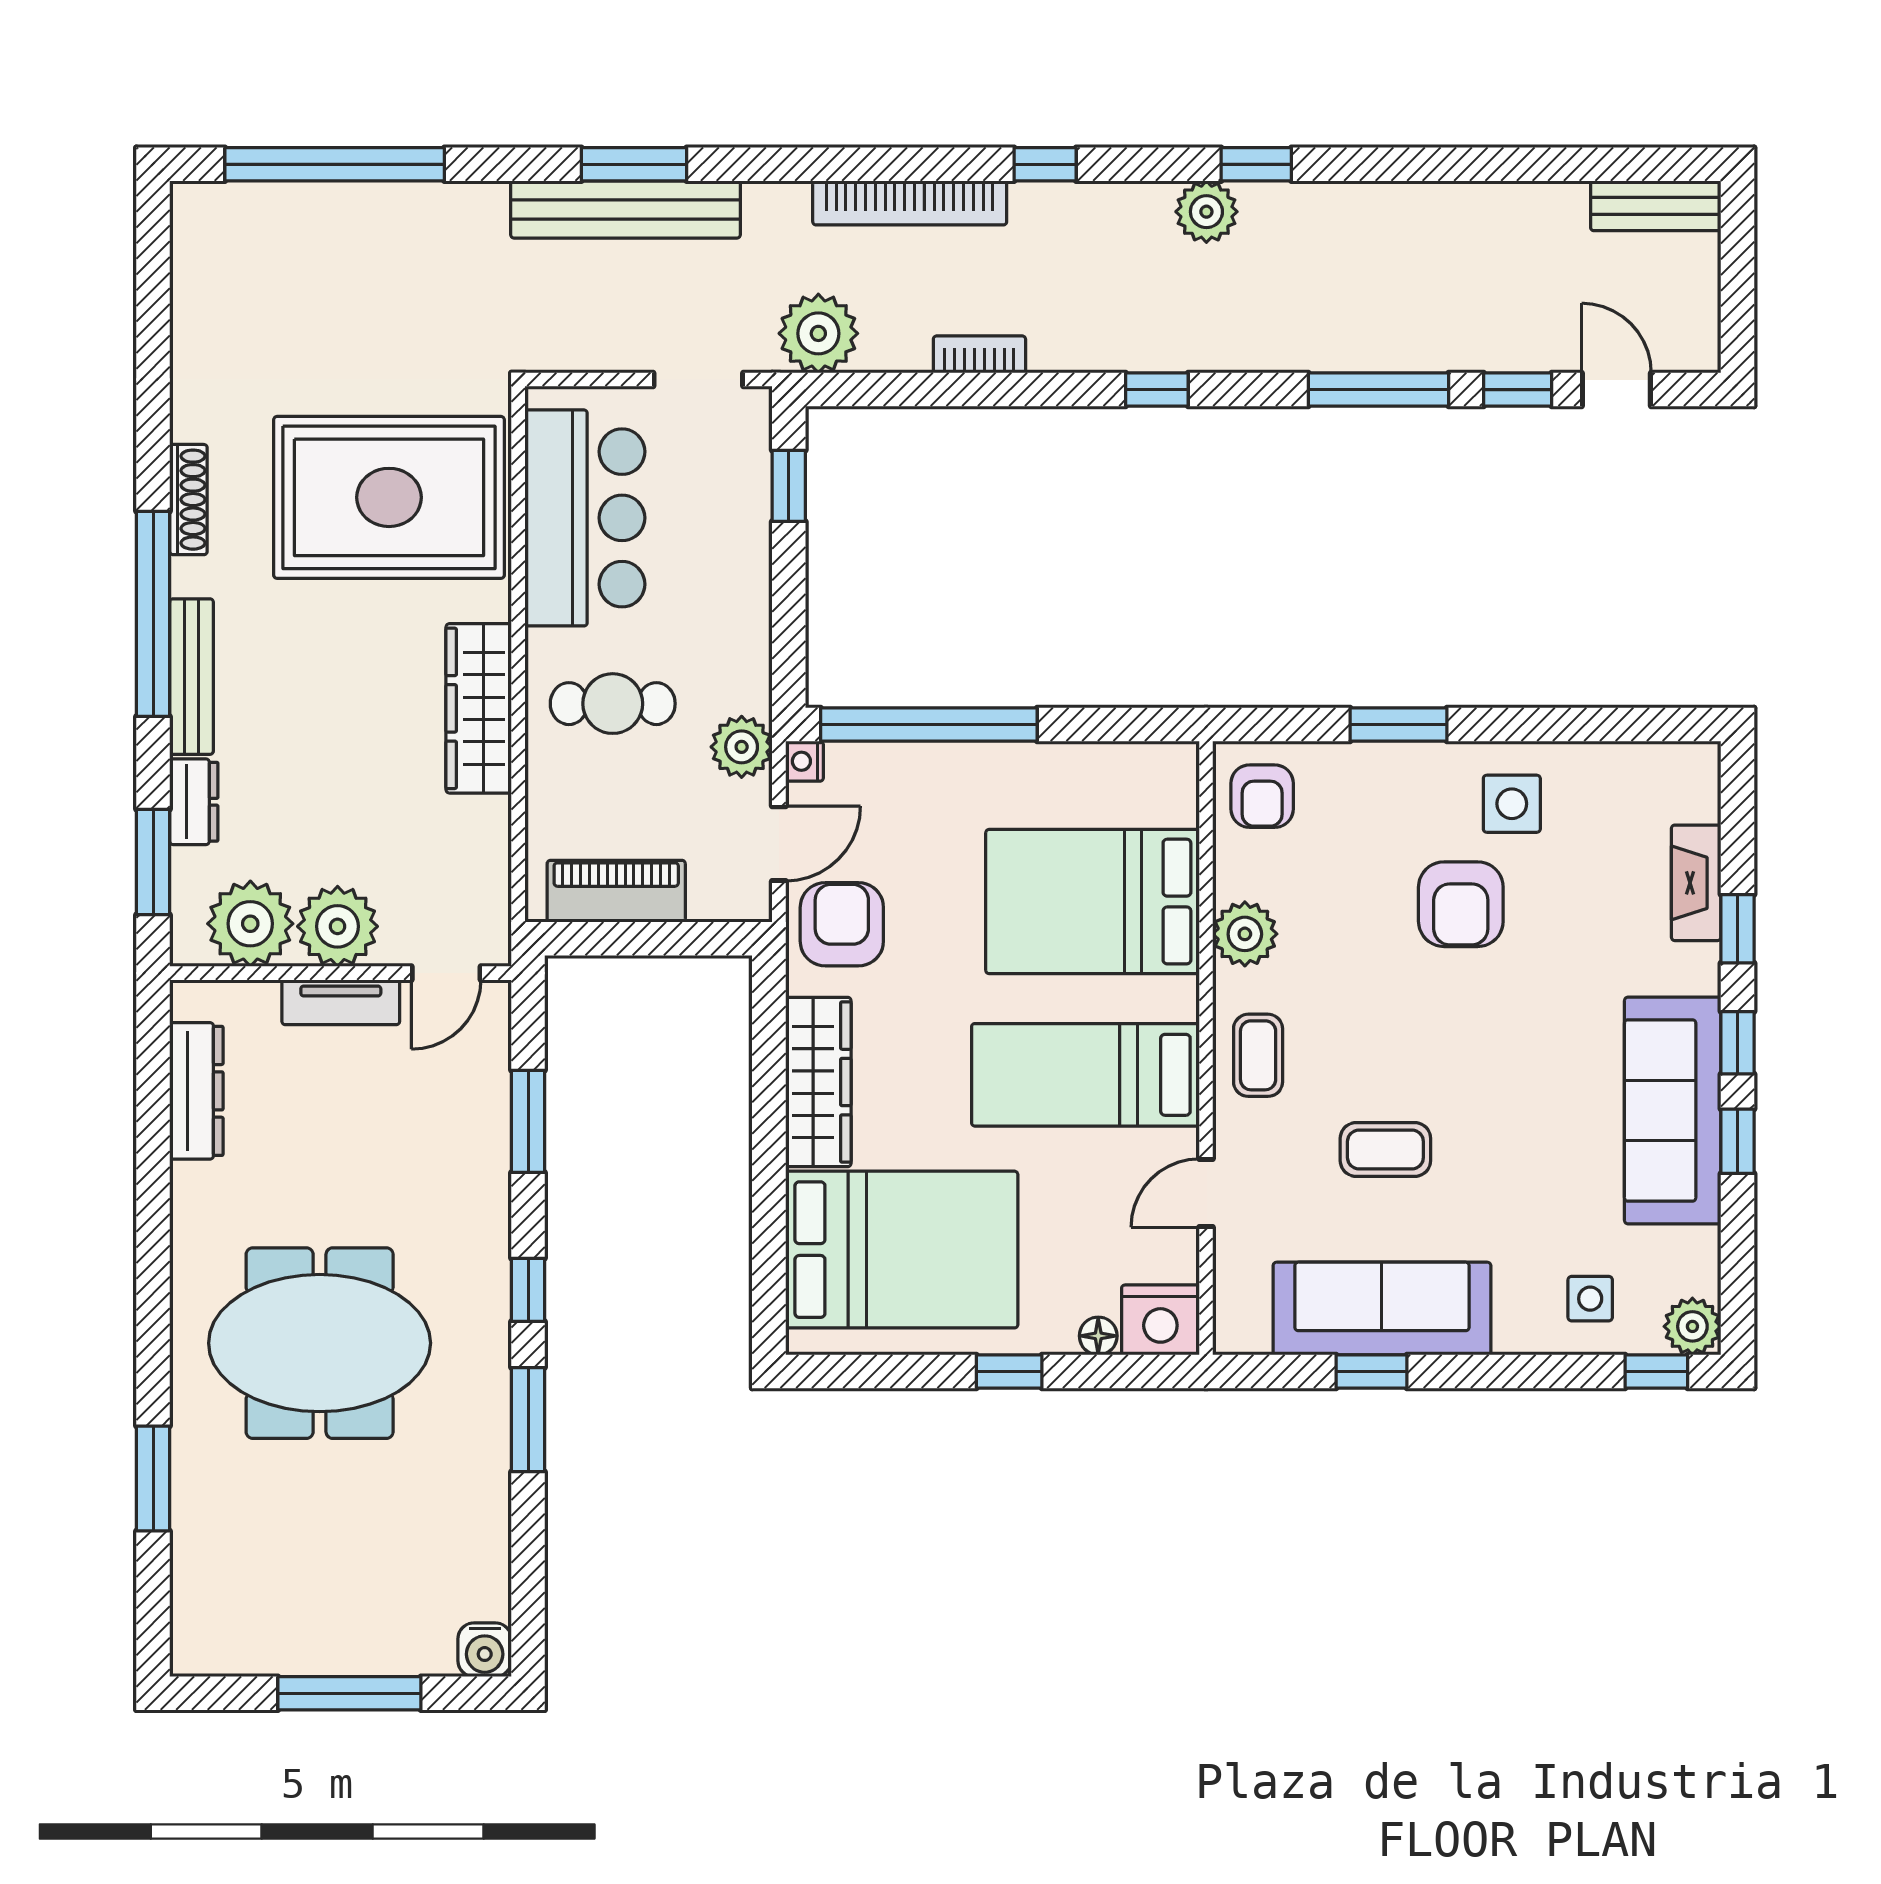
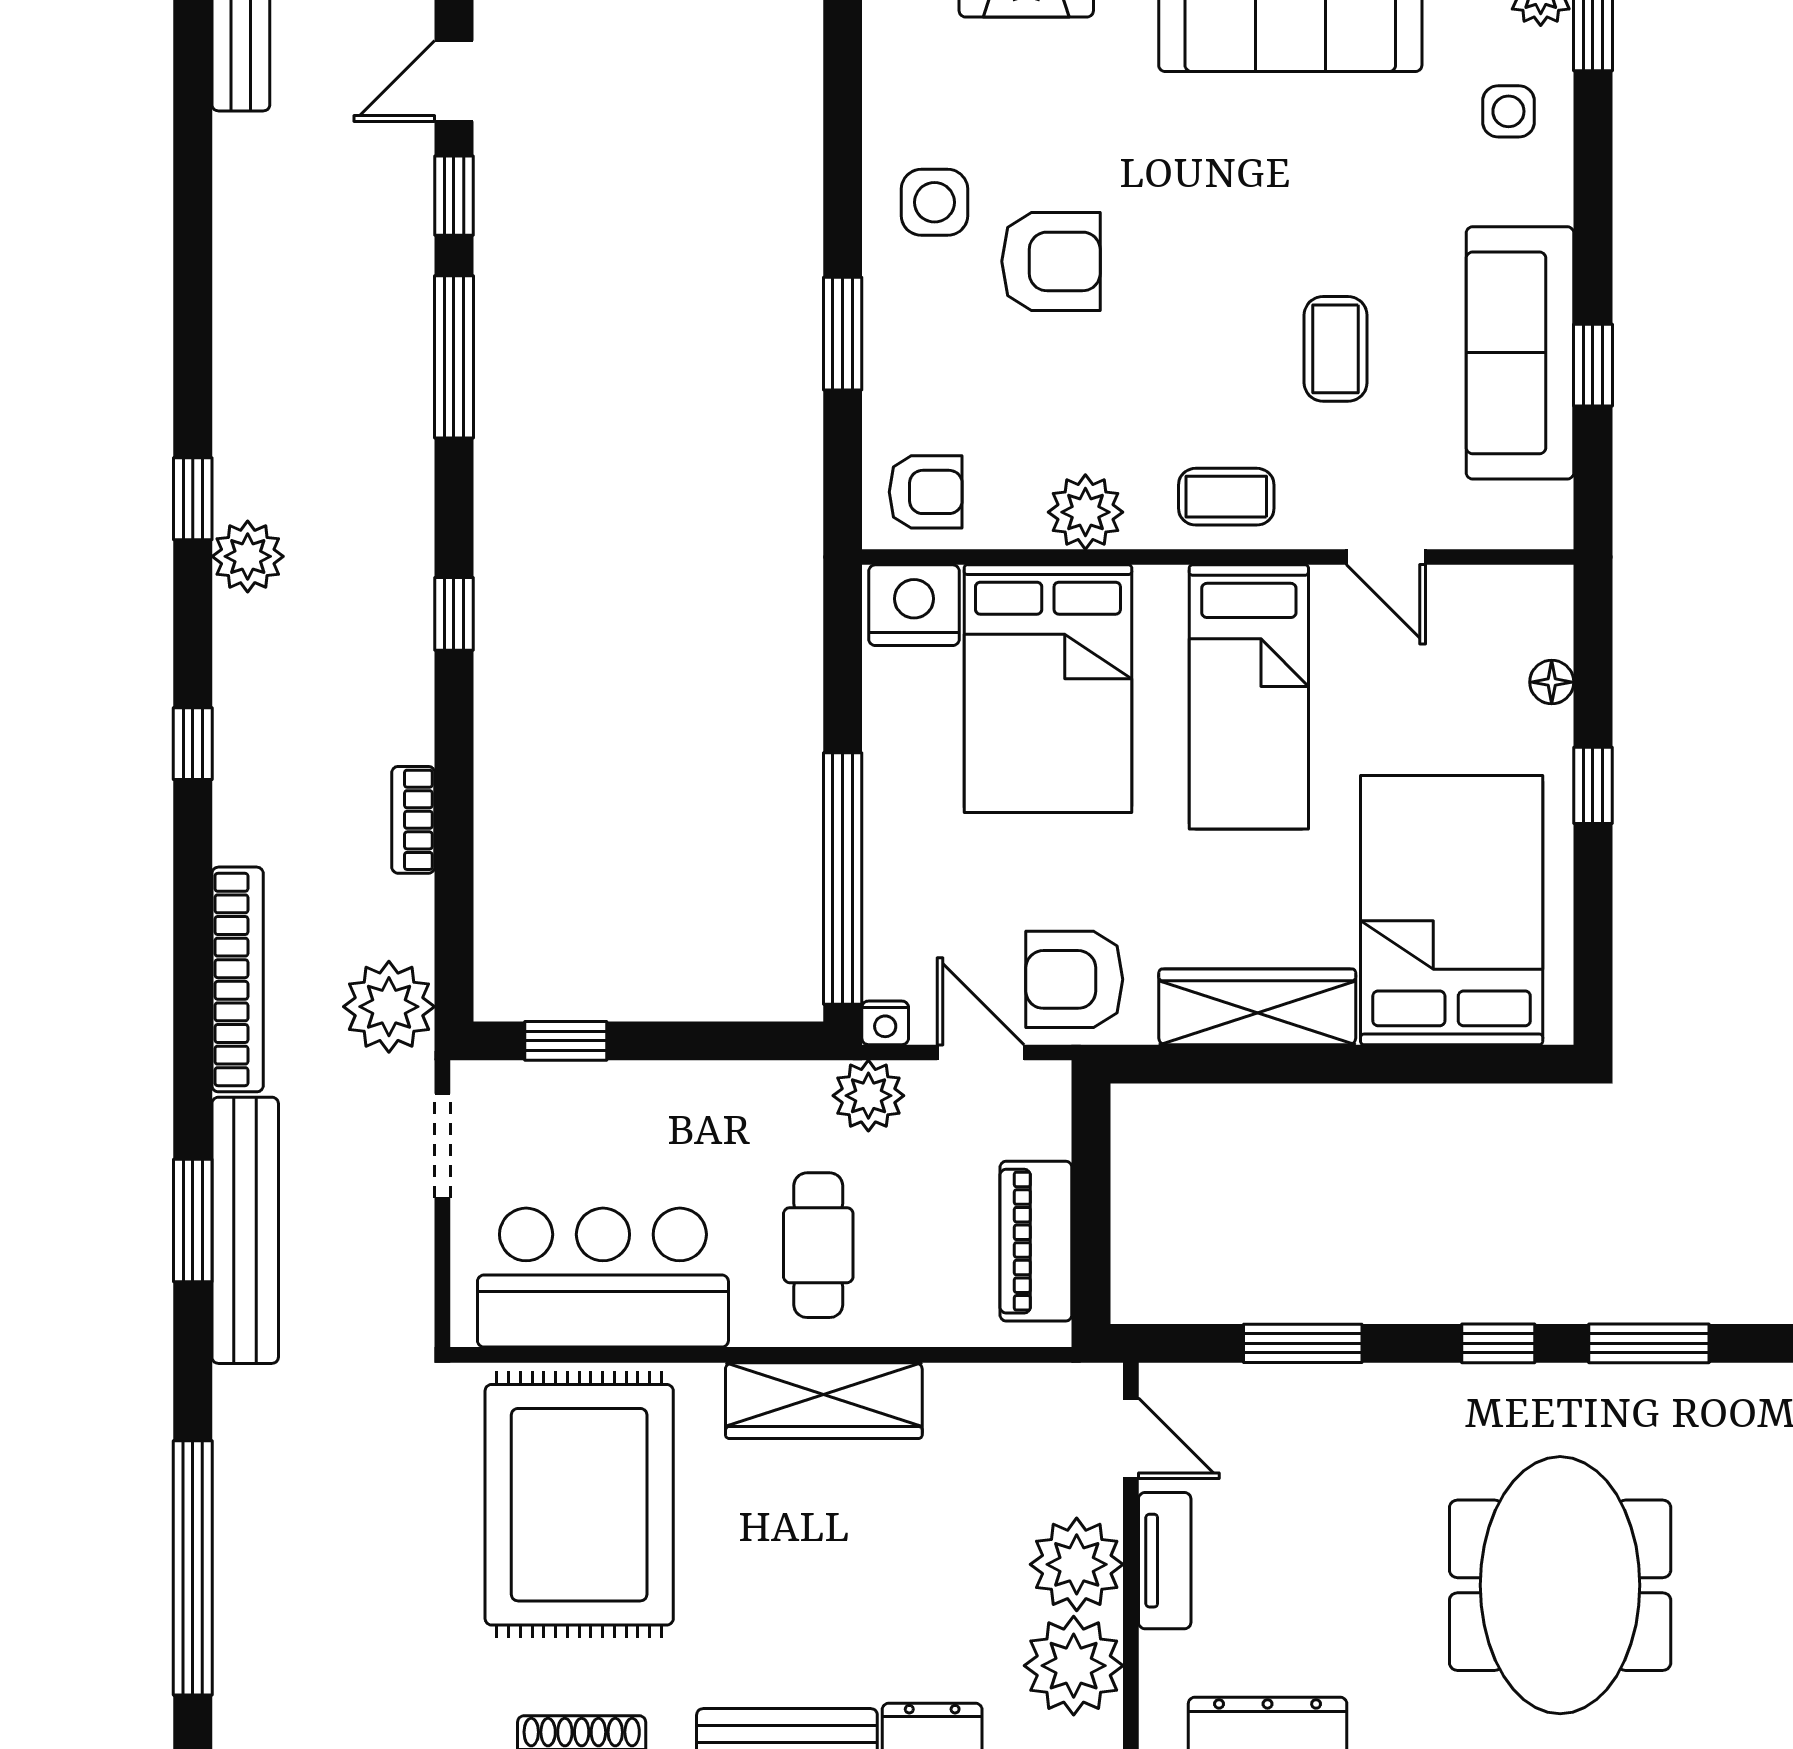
bookcase: (910, 203) -> (238, 979), moved
nightstand: (1160, 1320) -> (914, 605), moved, turned -90

